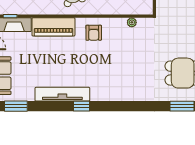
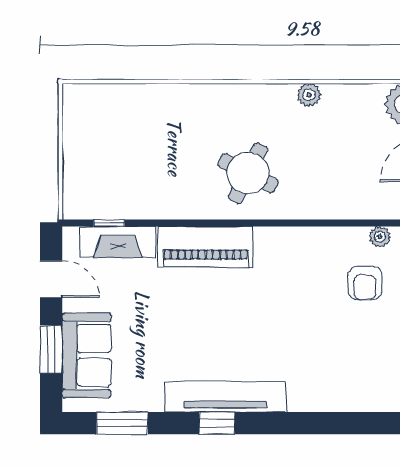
armchair: (94, 33) -> (365, 283), moved
window: (81, 106) -> (217, 423), moved

